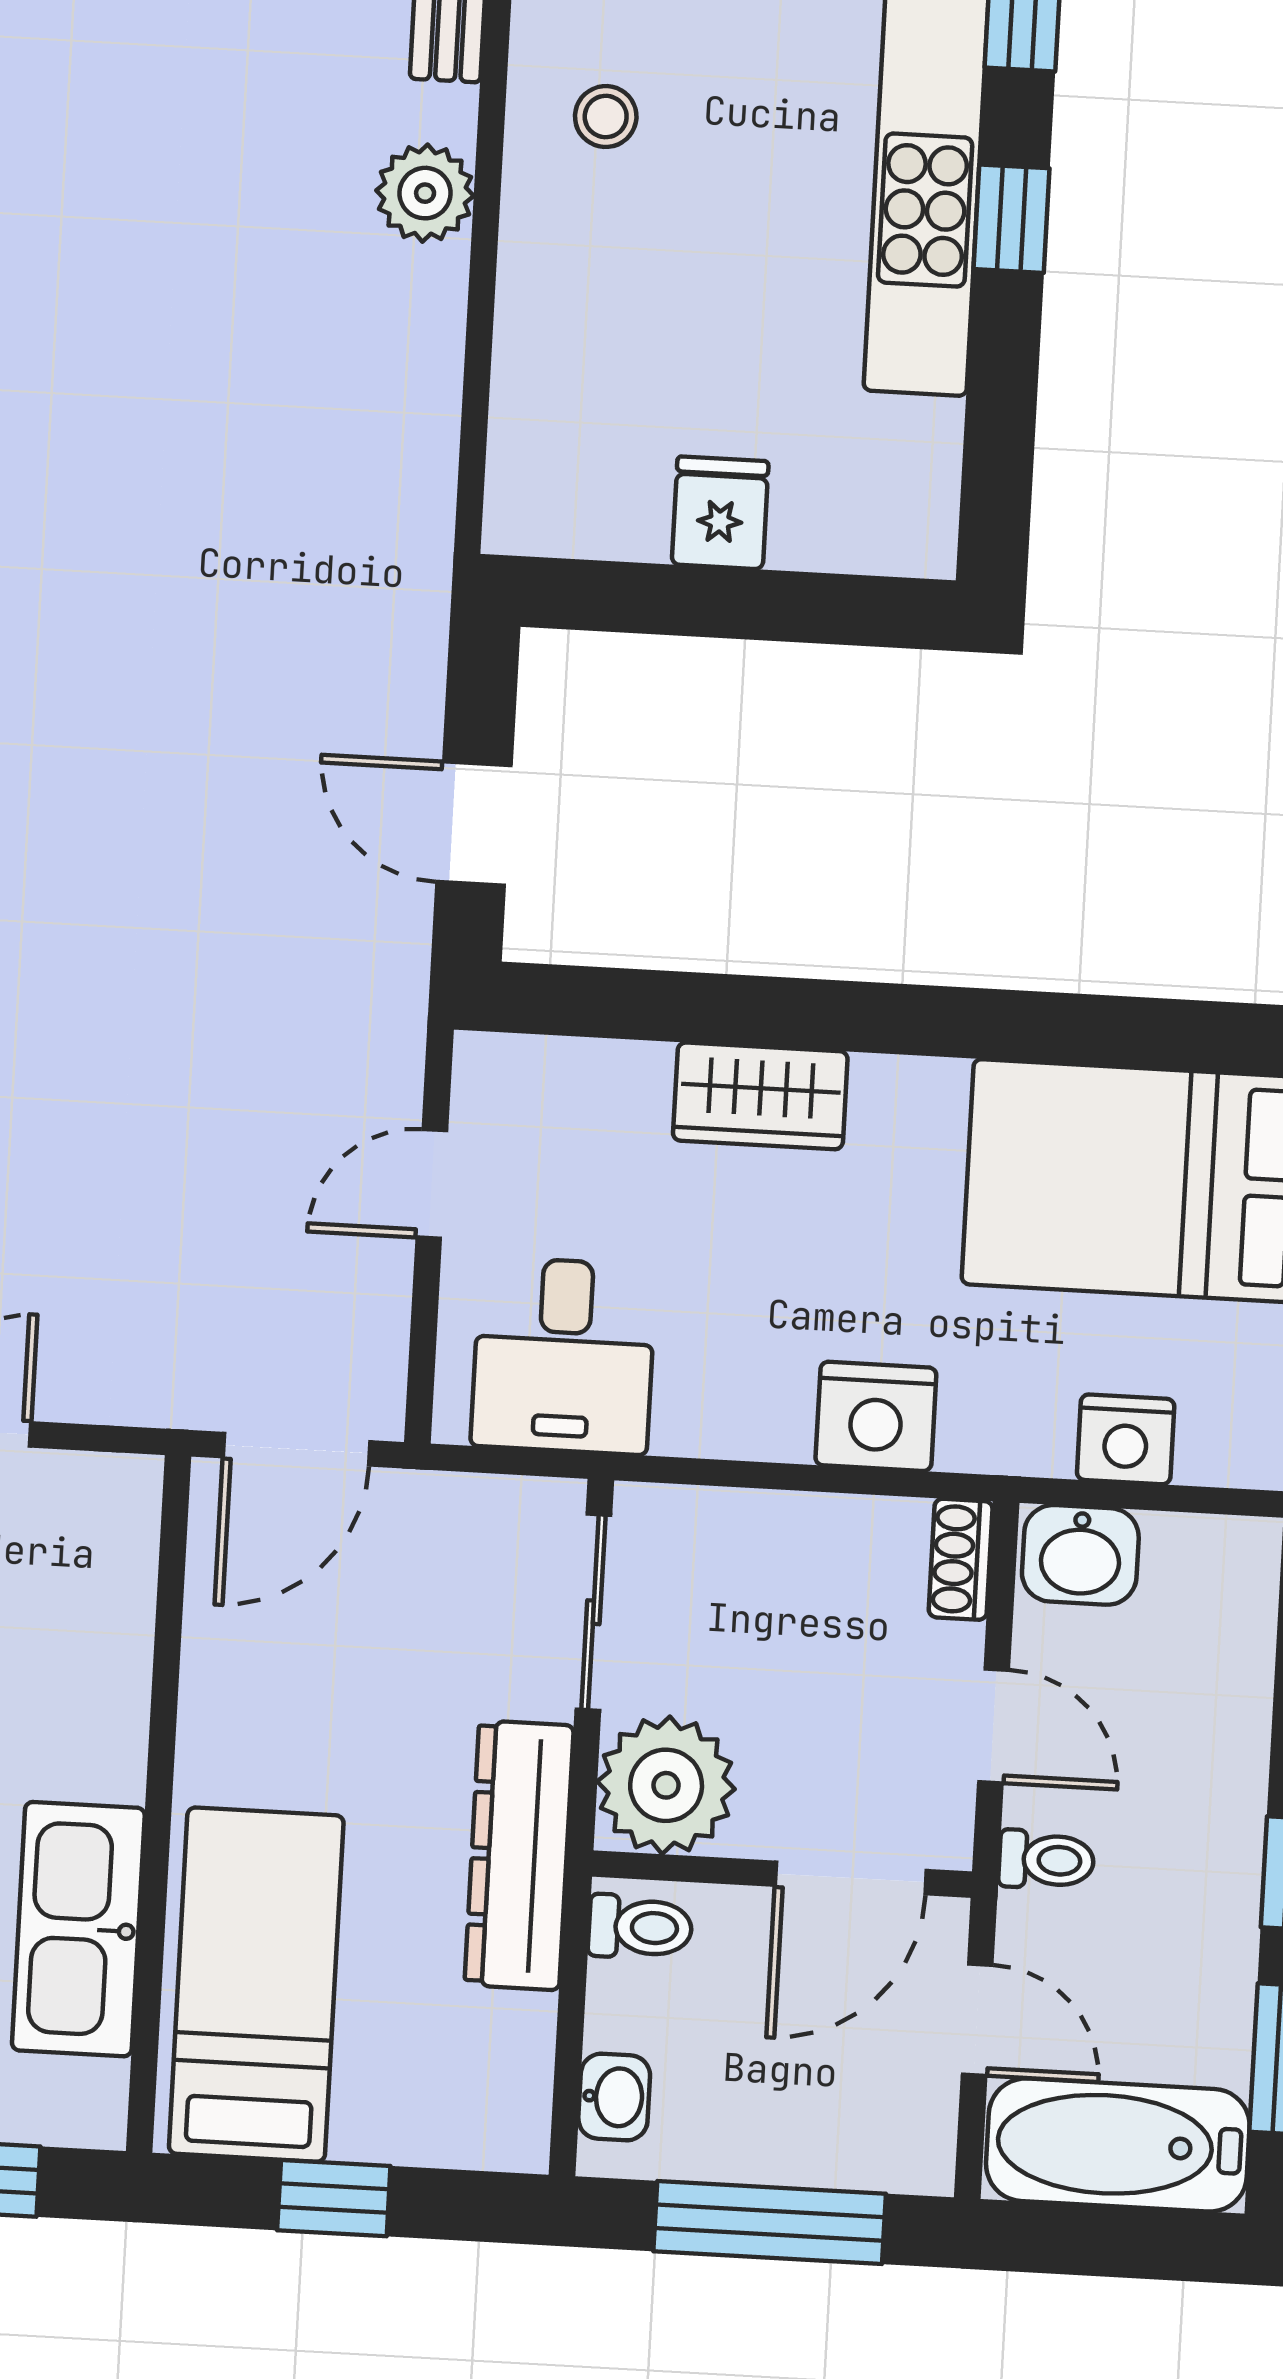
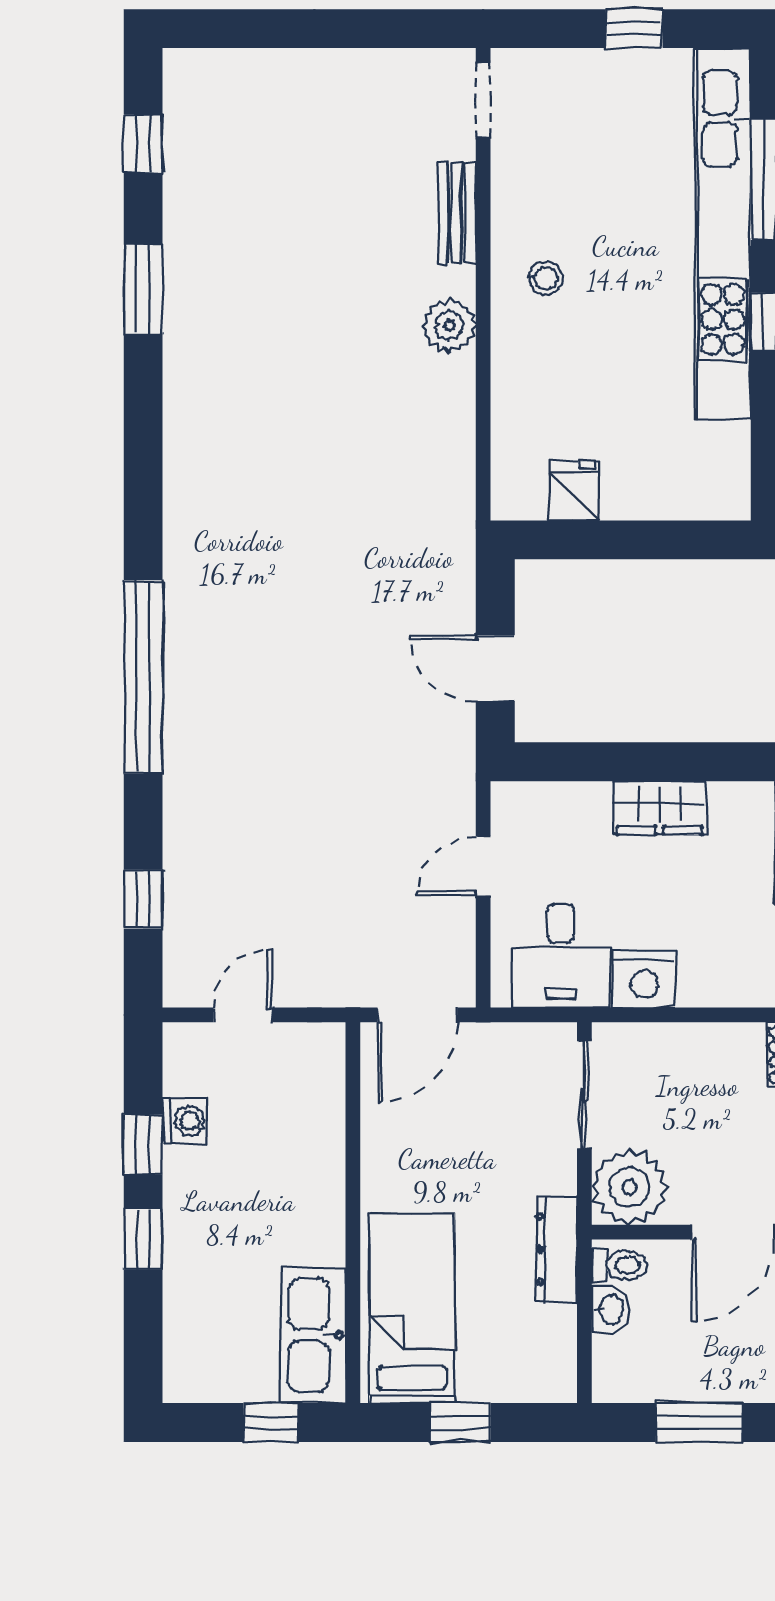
fridge: (720, 513) -> (573, 491), moved
nightstand: (876, 1416) -> (644, 979), moved
dresser: (519, 1855) -> (556, 1249), width x0.73, depth x0.80
kitchen sink: (78, 1929) -> (313, 1335), moved
washbasin: (614, 2097) -> (611, 1310), moved
window: (770, 2222) -> (699, 1423), width x0.69

